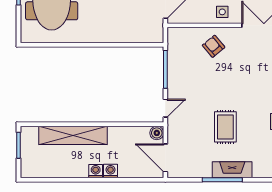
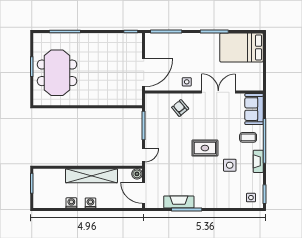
rug: (225, 127) -> (205, 148), moved, turned 90
shelving: (73, 135) -> (91, 176), moved
fireplace: (232, 170) -> (179, 202), moved
washing machine: (110, 171) -> (71, 203), moved

